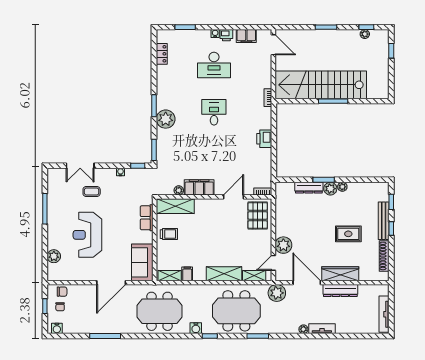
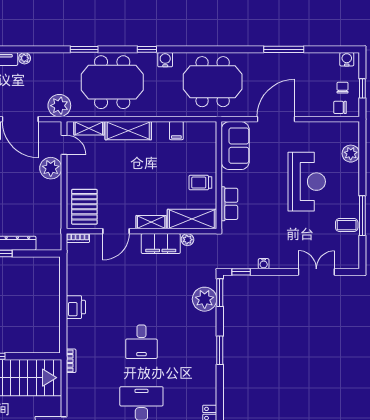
plant: (166, 119) -> (205, 299), moved
coffee table: (92, 192) -> (347, 225), moved
door: (273, 263) -> (64, 145), hinge flipped
shelving: (170, 276) -> (151, 222), moved

